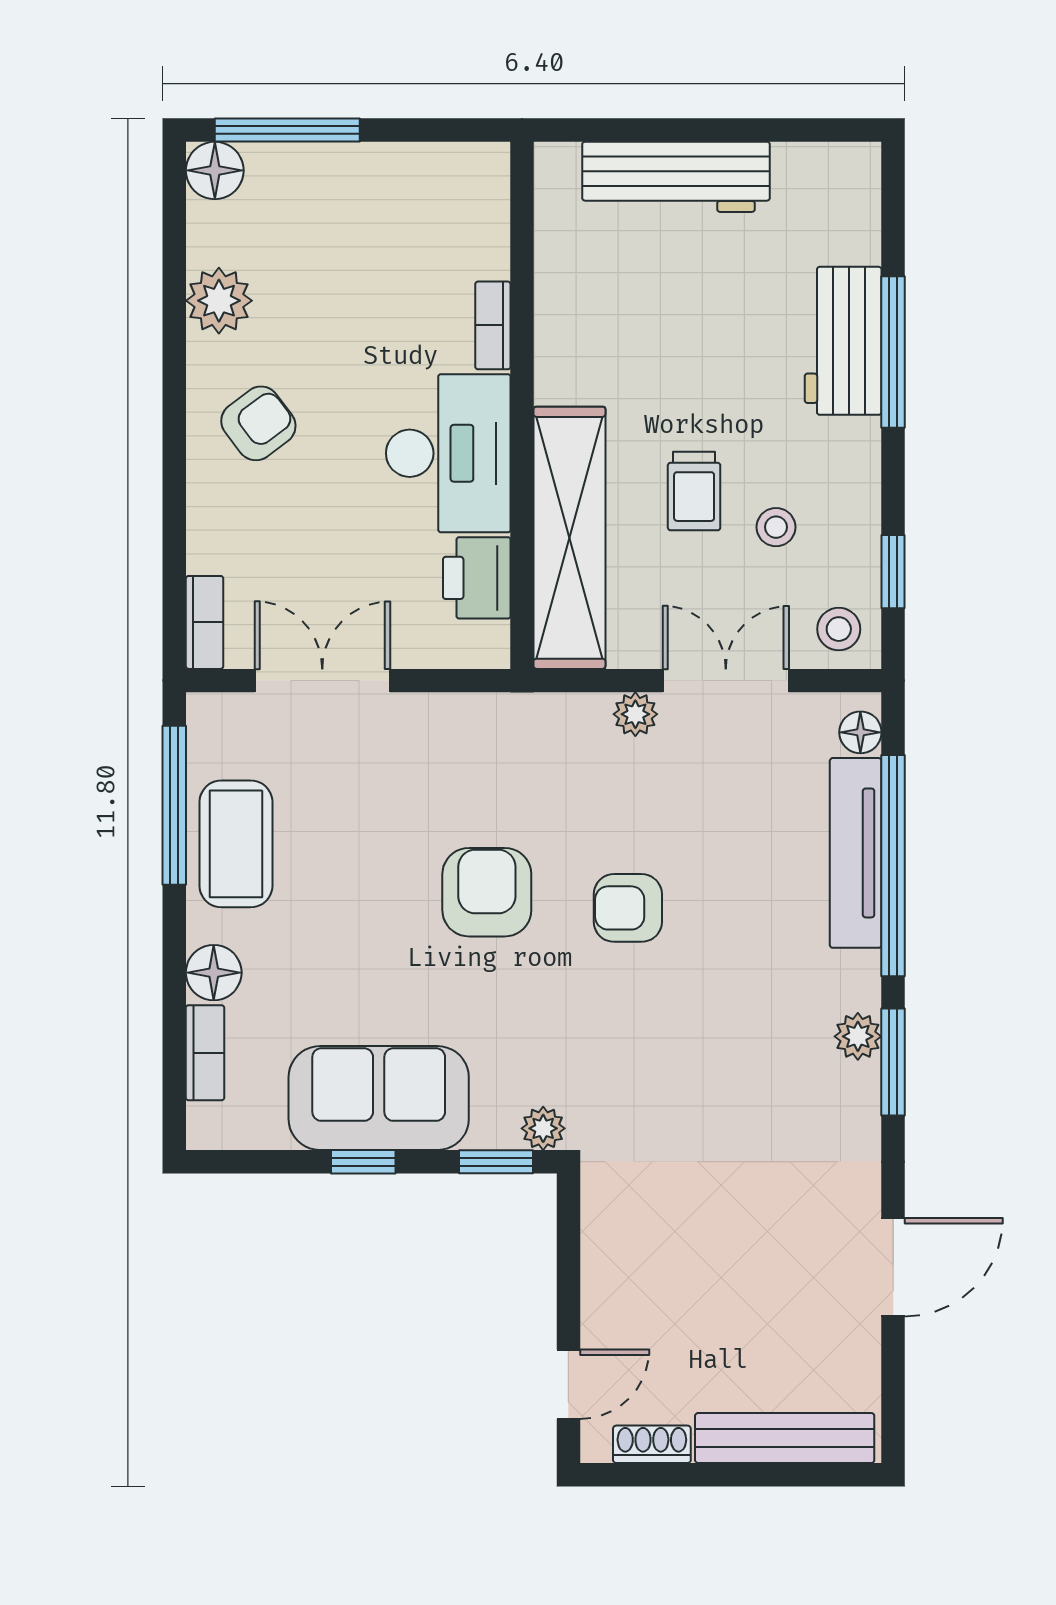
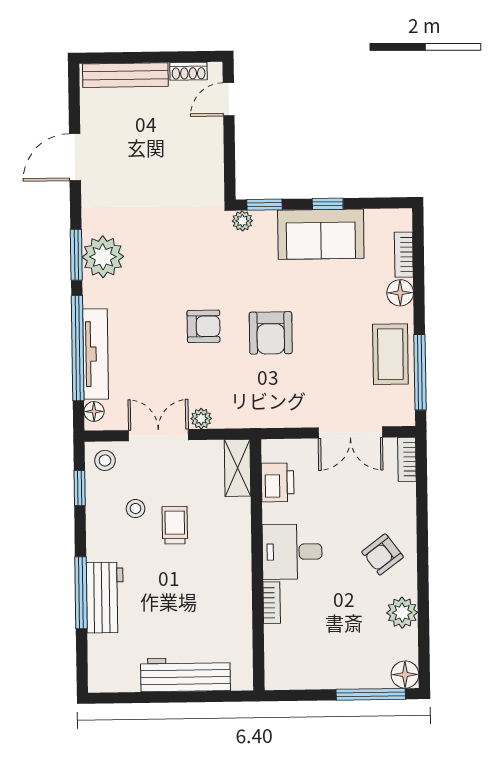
desk: (448, 453) -> (292, 552), width x0.73
shelving: (569, 538) -> (238, 468), width x0.45, depth x0.75
double door: (726, 681) -> (158, 435), swing flipped
plant: (858, 1036) -> (103, 257), width x1.87, depth x1.87

